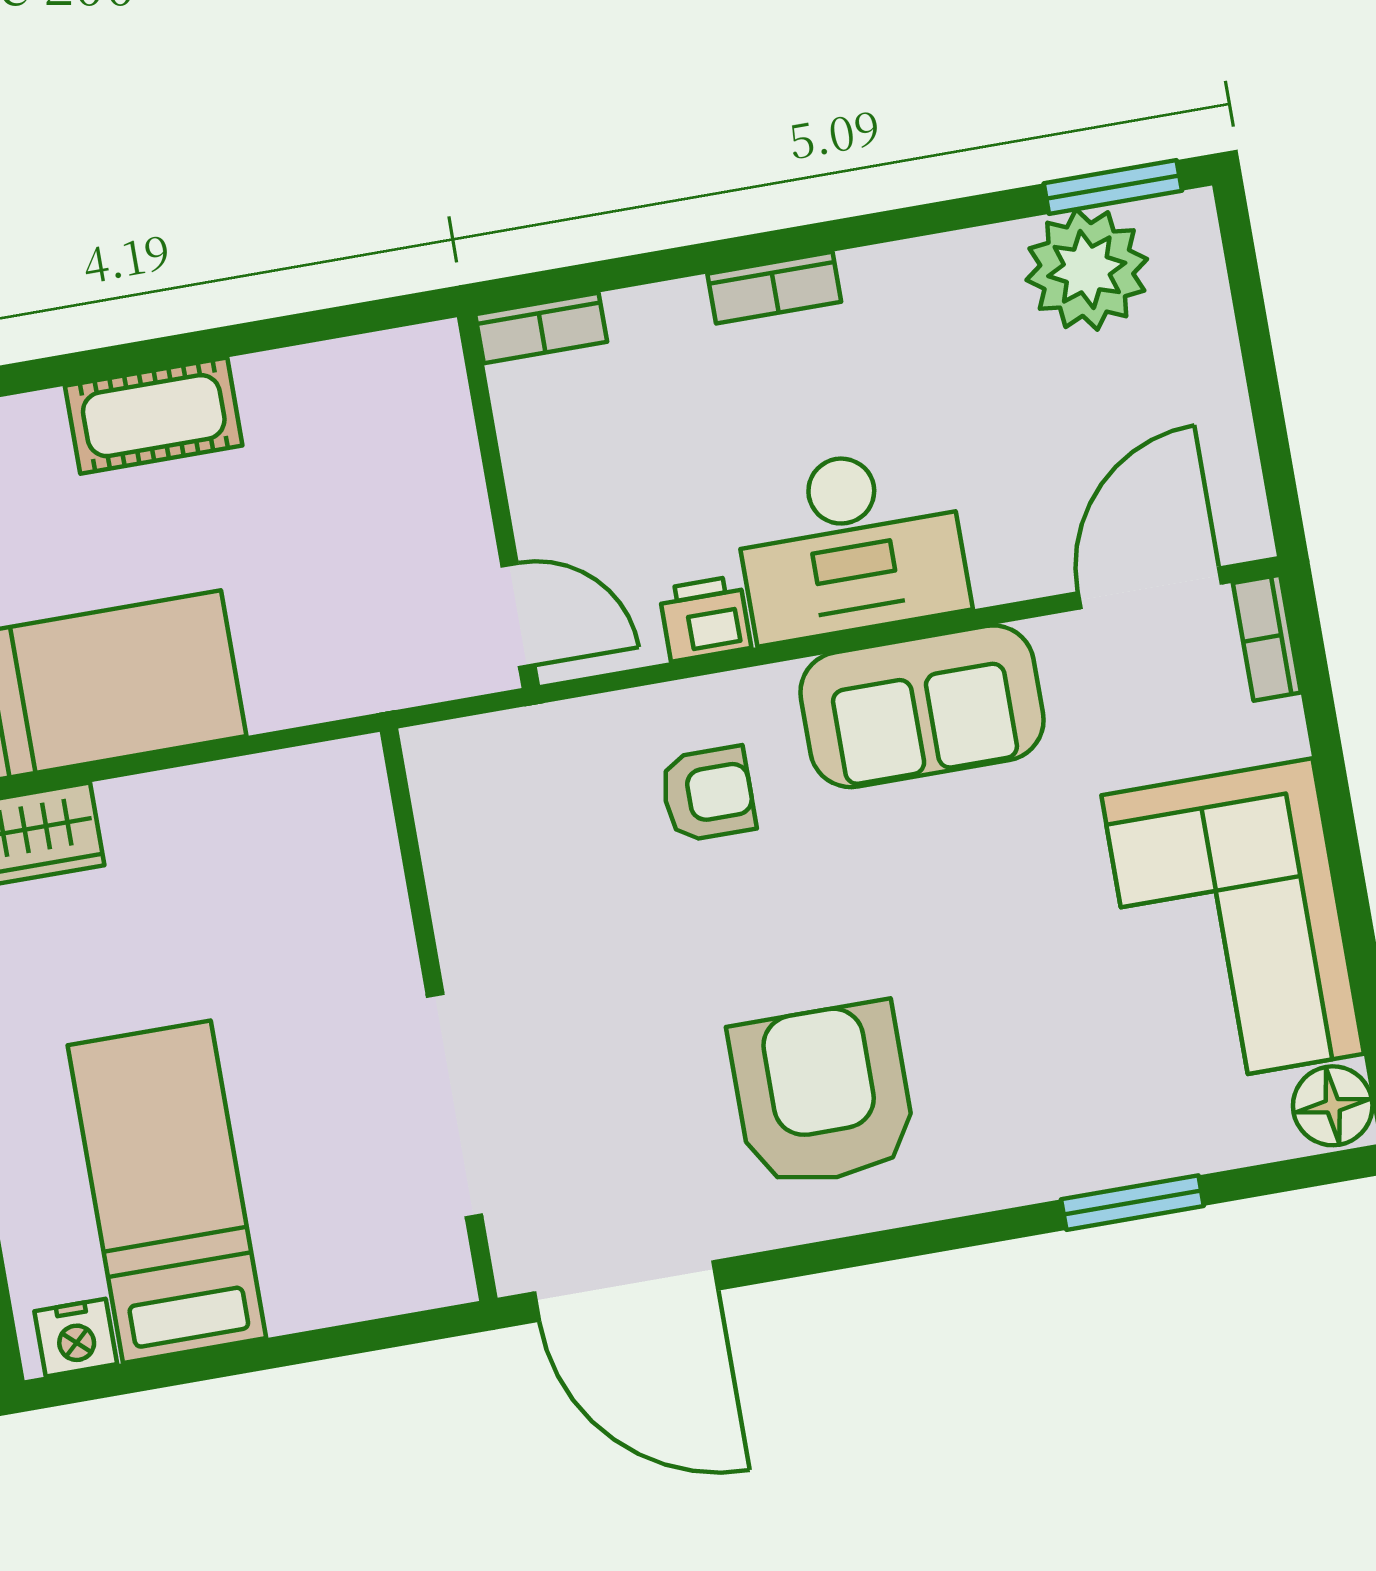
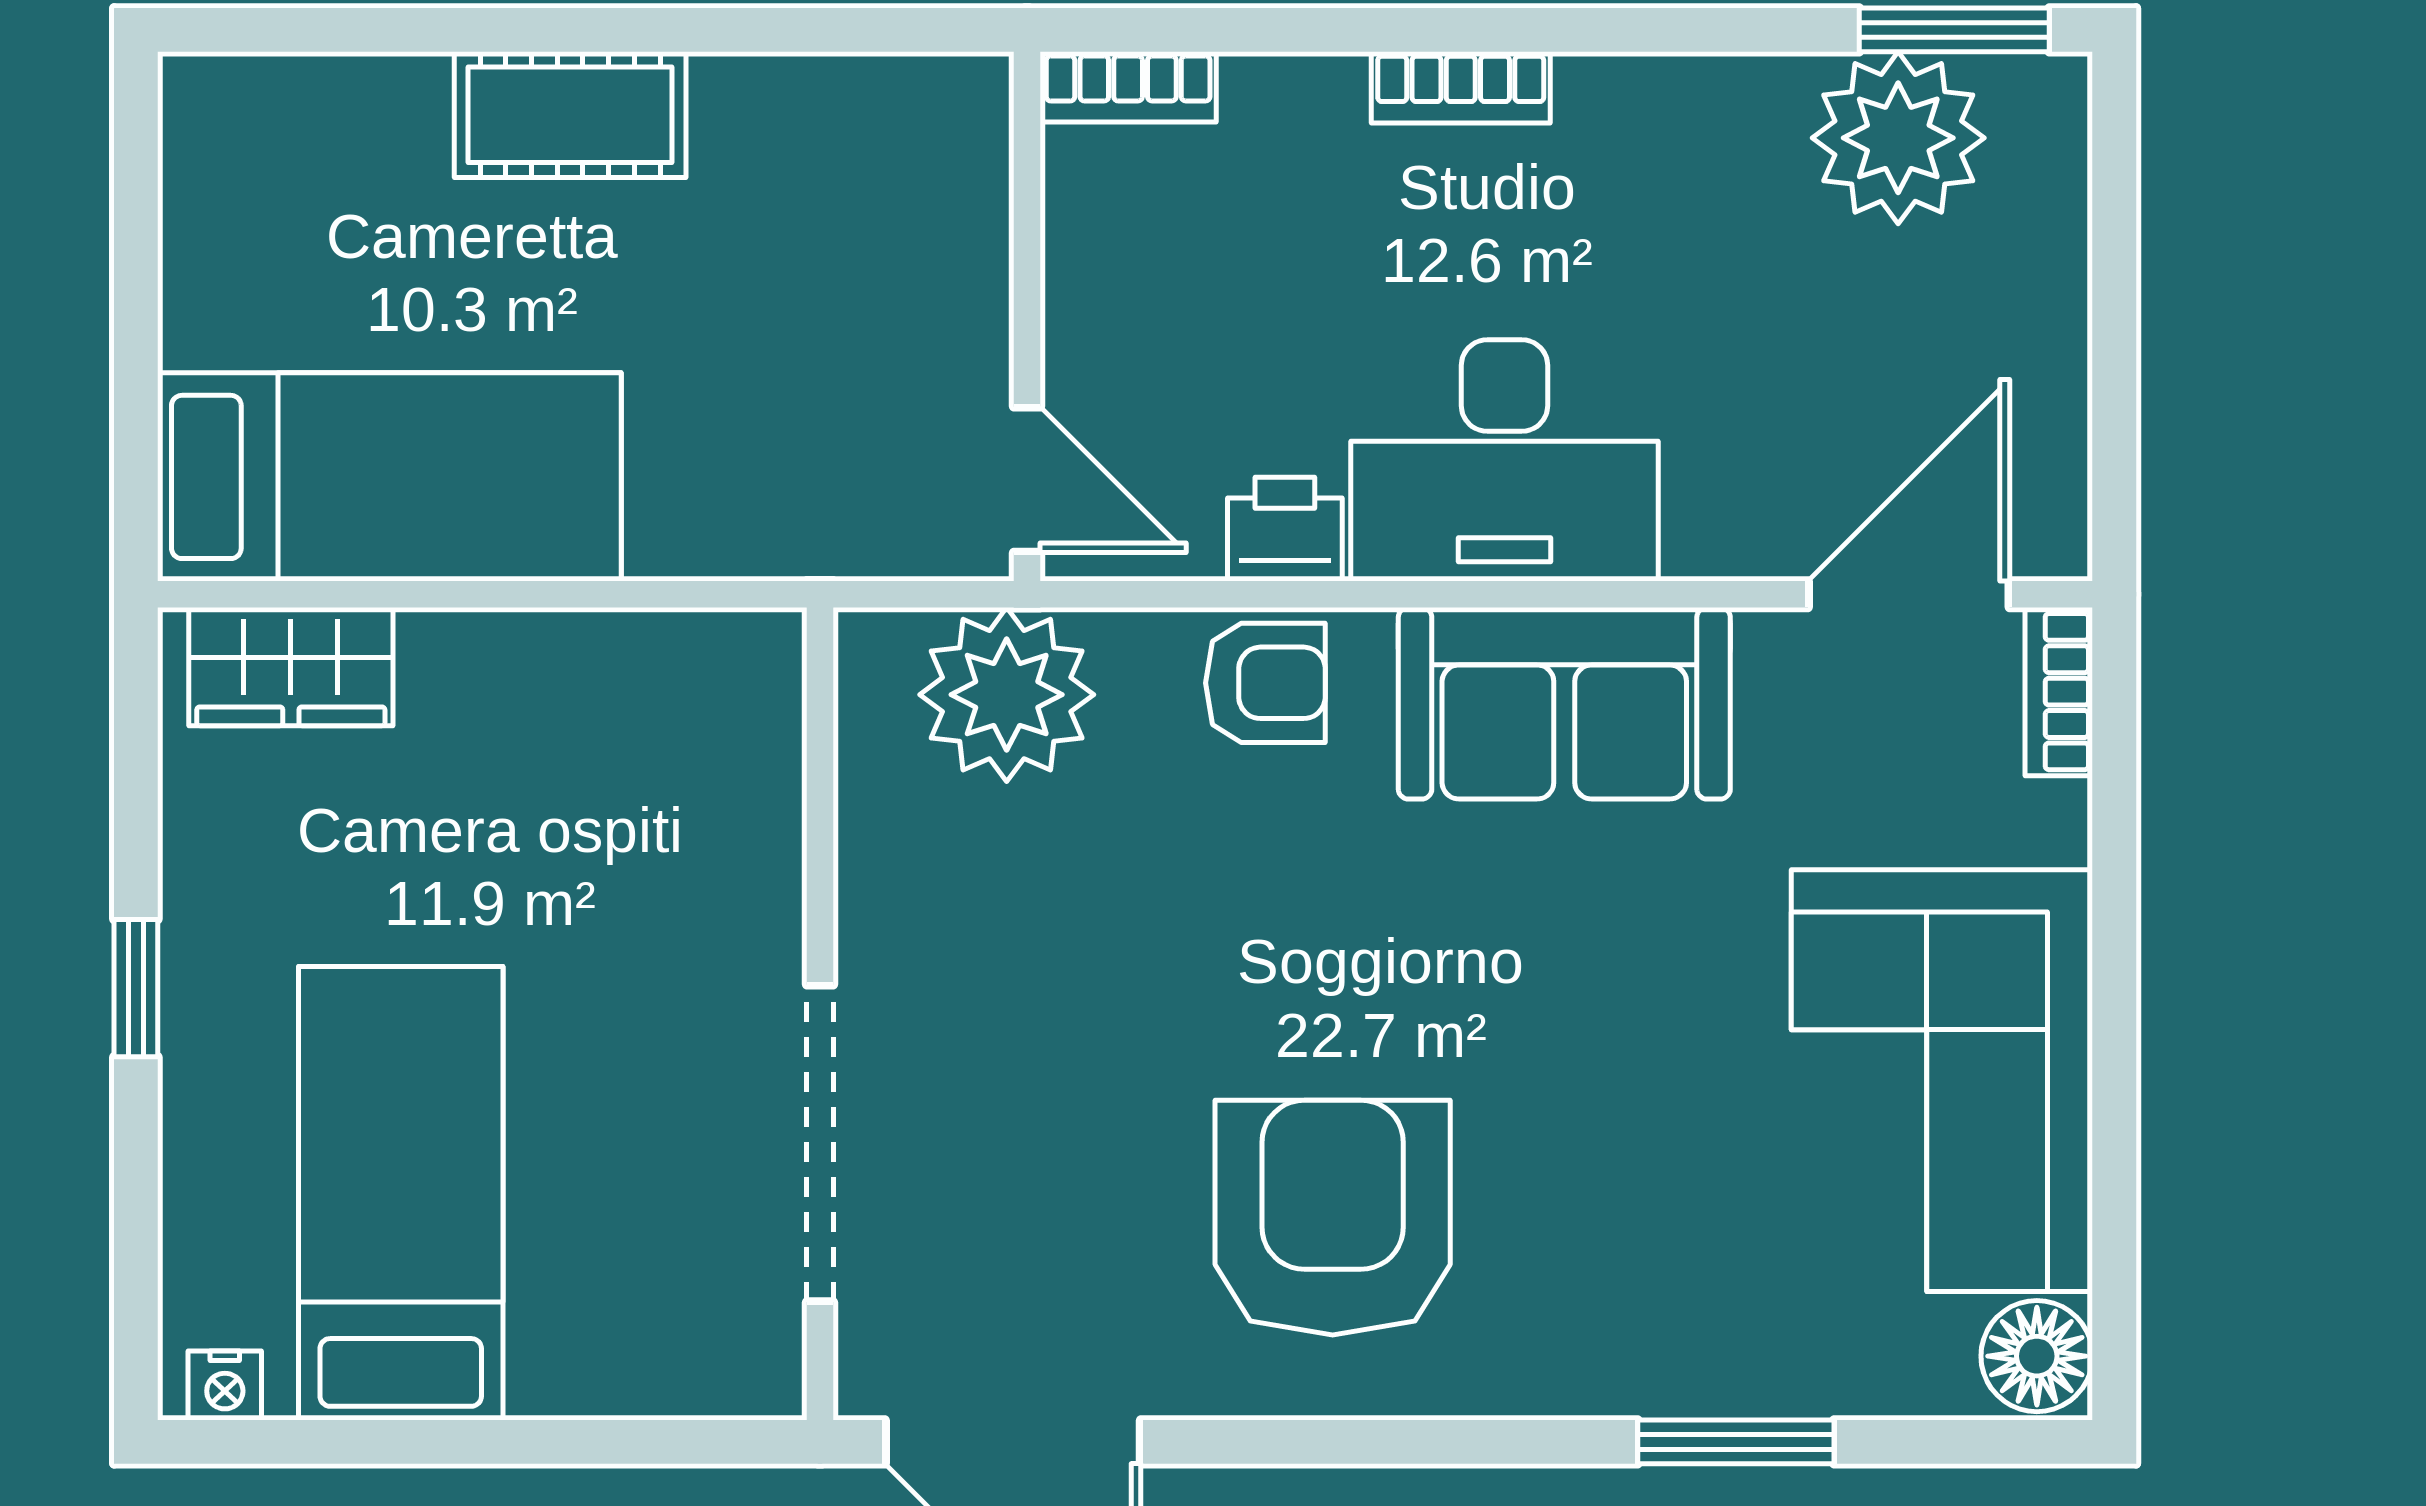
plant: (530, 768) -> (1007, 695), added
armchair: (708, 794) -> (1265, 683), moved
nightstand: (76, 1338) -> (225, 1385), width x0.72, depth x0.74

